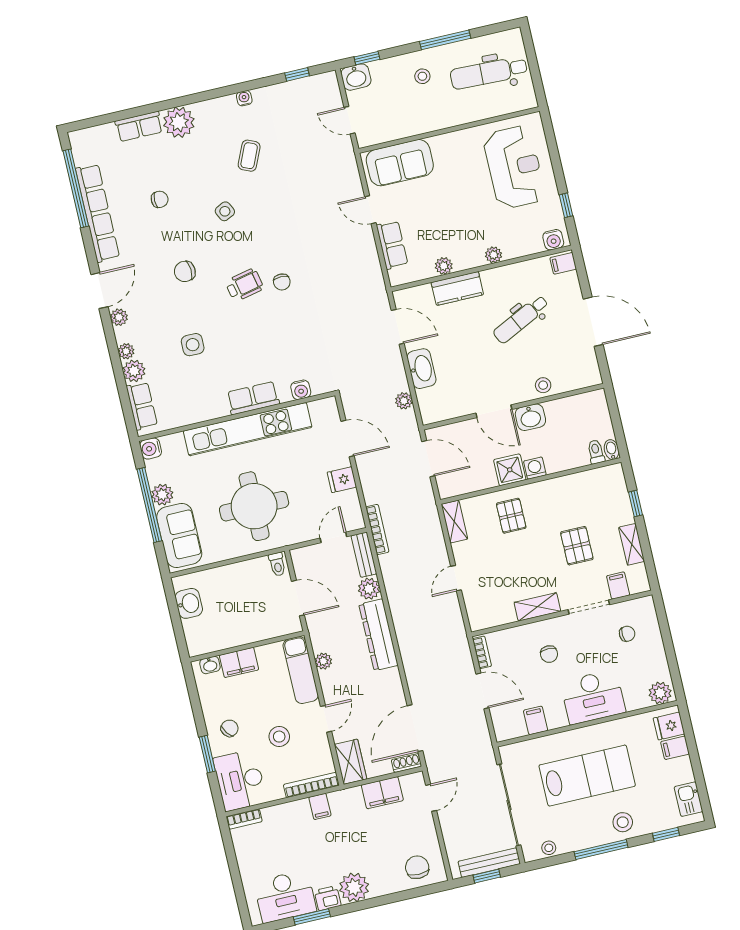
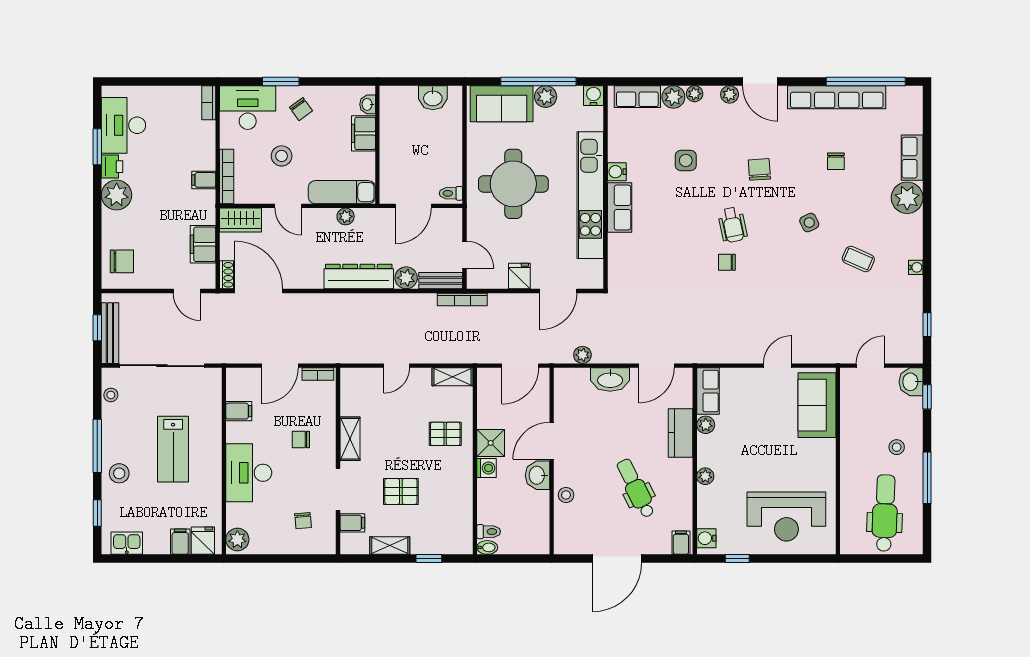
row of seats: (392, 245) -> (708, 391), moved, turned -90
water cooler: (301, 390) -> (617, 172), moved
door: (456, 578) -> (397, 366), swing flipped
lab bench: (587, 776) -> (173, 449), width x0.73, depth x0.72

